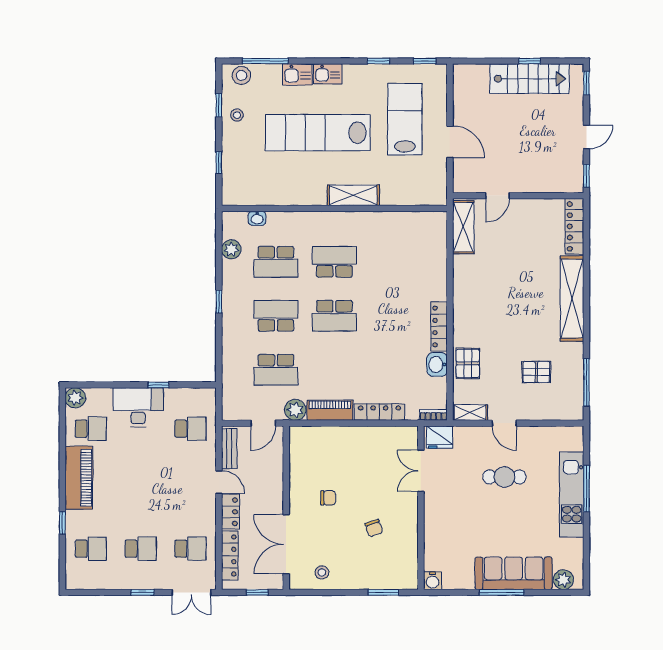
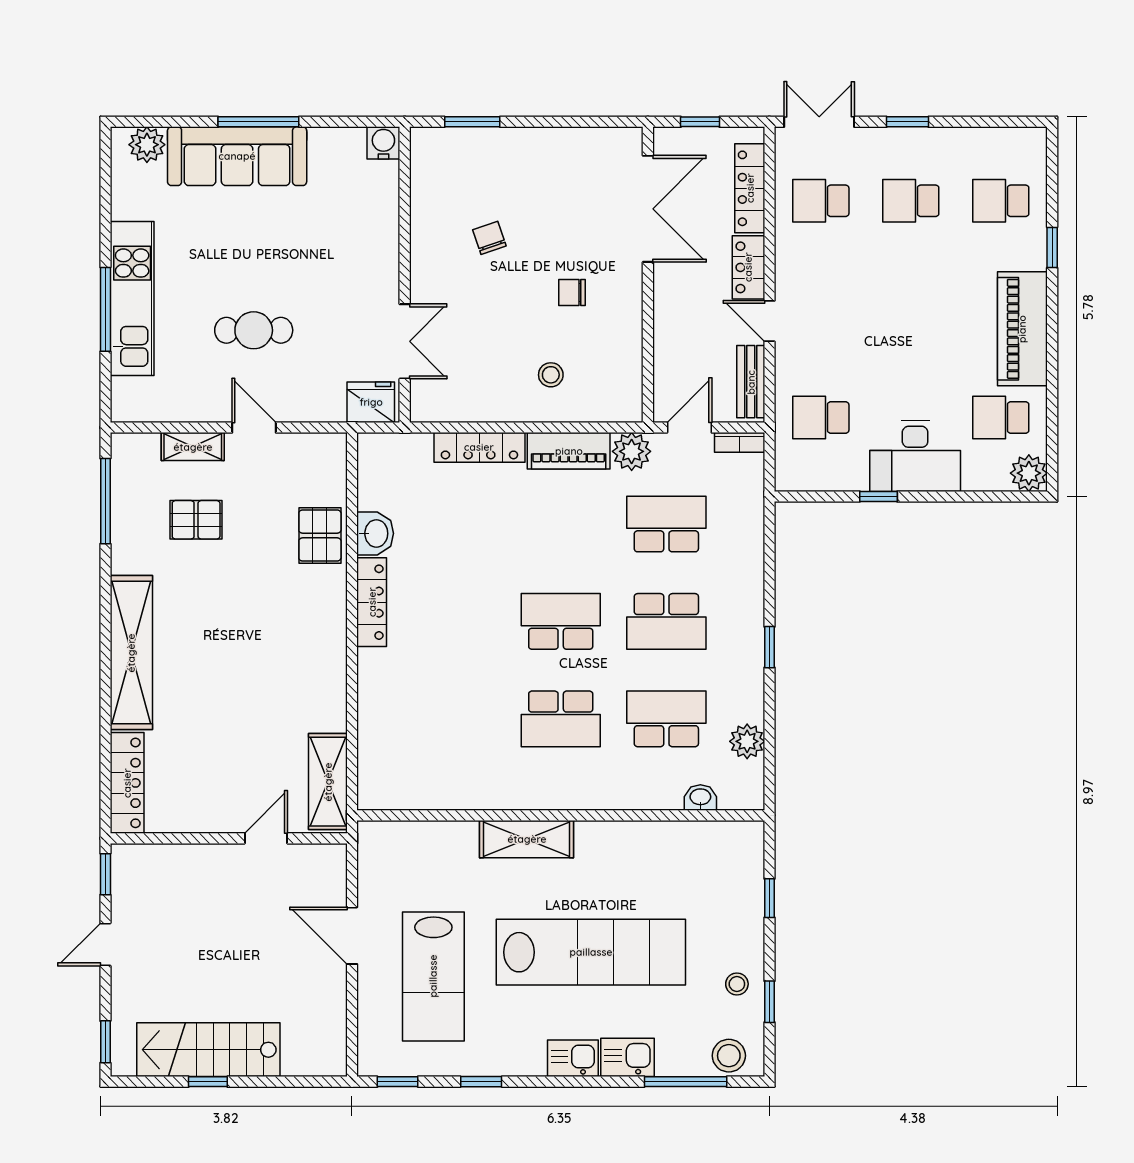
shelving: (470, 413) -> (193, 447), moved
bookcase: (433, 415) -> (740, 442), moved
stool: (322, 572) -> (551, 375), moved

